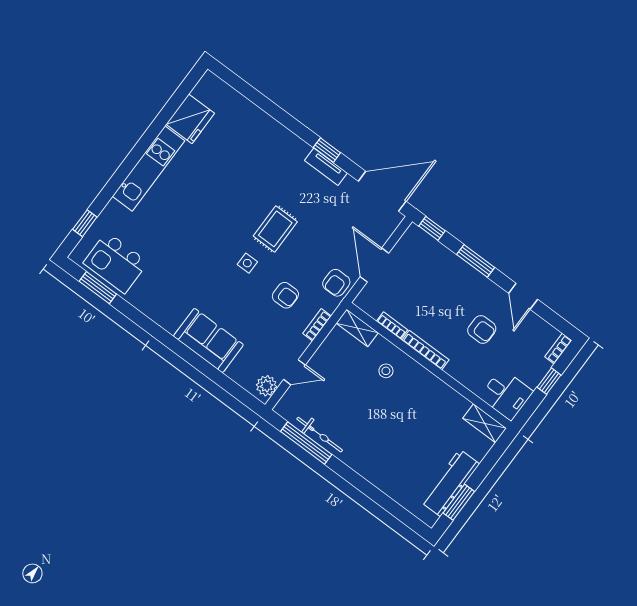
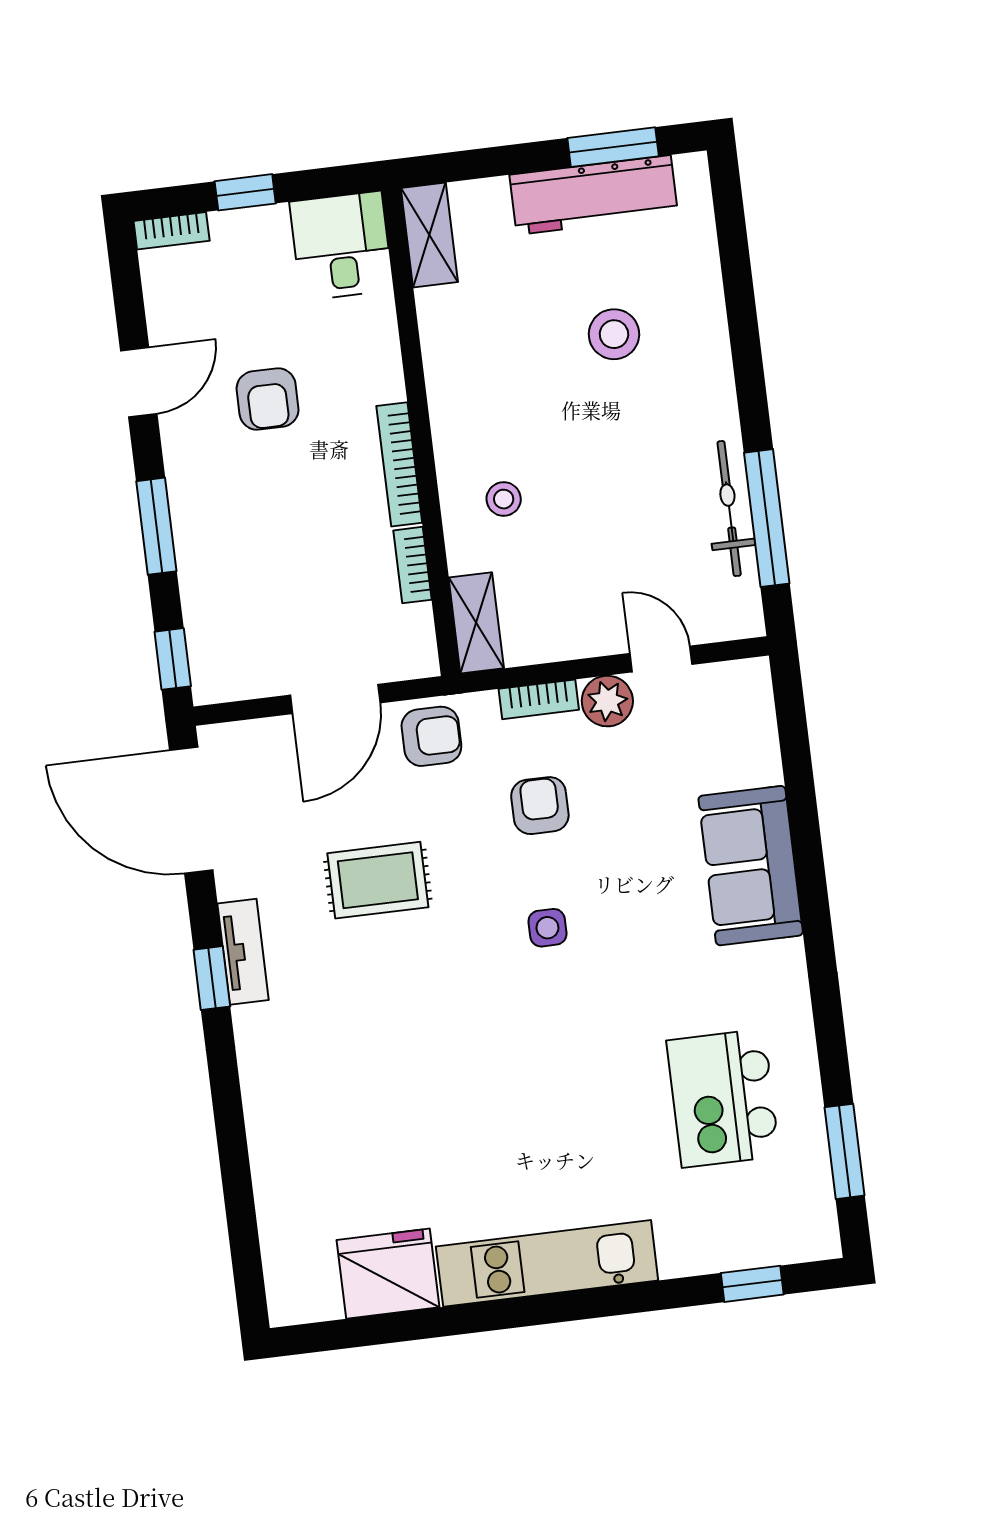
rug: (275, 229) -> (378, 880), moved
kitchen island: (116, 263) -> (723, 1098), moved, turned 180
armchair: (482, 329) -> (268, 399), turned 180
plant: (266, 386) -> (607, 701), moved
stool: (403, 450) -> (614, 334), added

